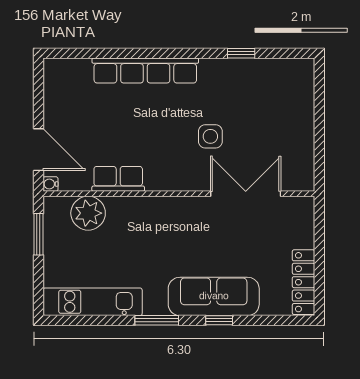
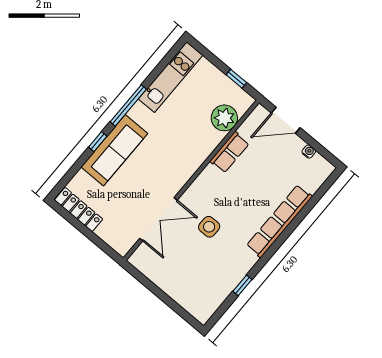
water cooler: (50, 184) -> (309, 152), moved
window: (38, 234) -> (236, 79), width x0.67
window: (157, 320) -> (128, 105), width x1.44

